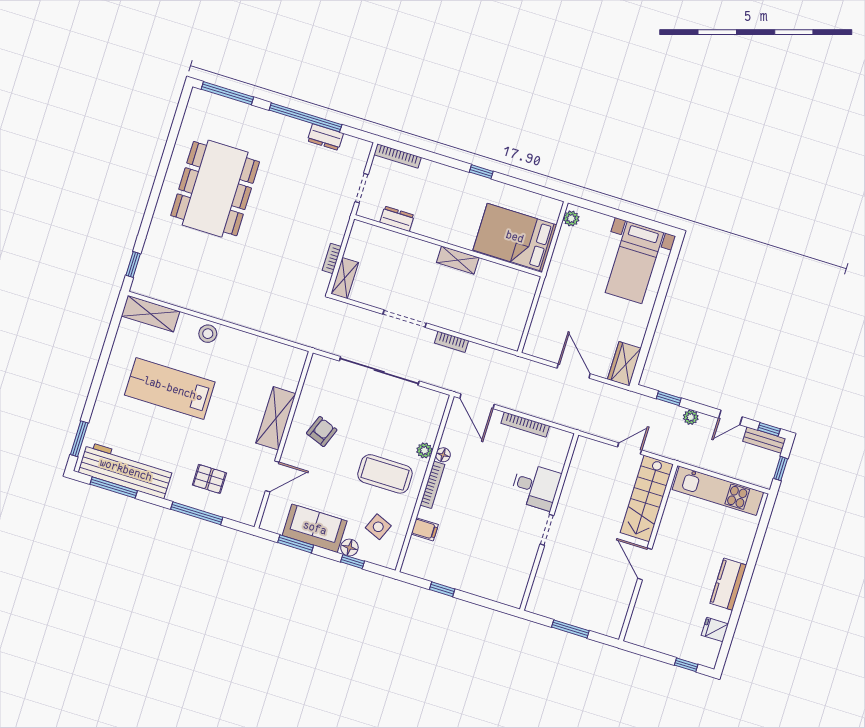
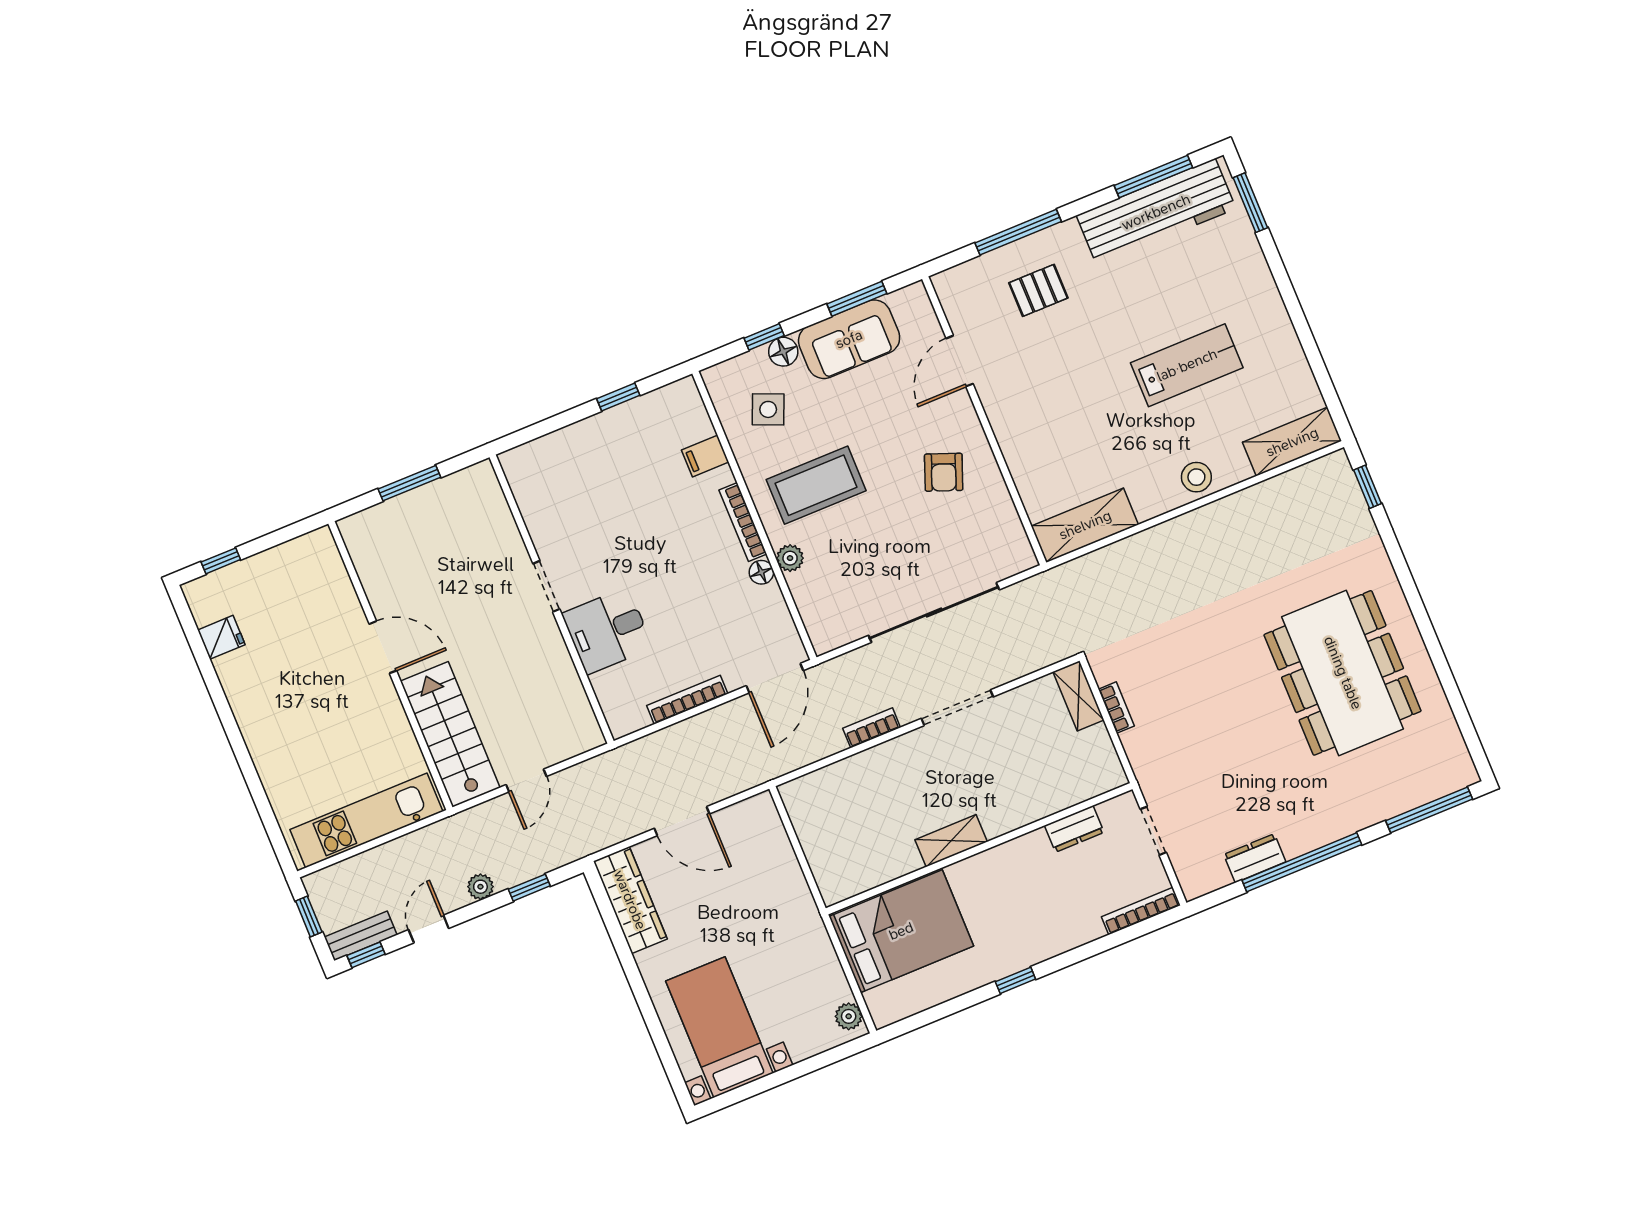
wardrobe: (624, 364) -> (630, 900), width x1.50
lab bench: (170, 388) -> (1187, 365), width x0.73, depth x0.72
door: (477, 401) -> (775, 678), swing flipped
shelving: (276, 418) -> (1085, 525), moved, turned 90
kitchen counter: (728, 584) -> (253, 711), removed

